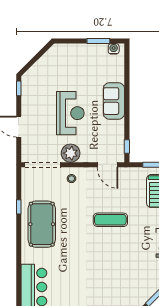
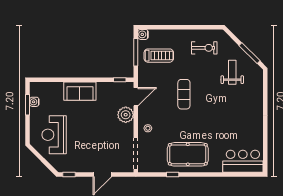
water cooler: (114, 49) -> (34, 102), moved
reception desk: (70, 113) -> (54, 135), moved, turned -90
plant: (71, 153) -> (126, 115), moved
weight bench: (135, 275) -> (232, 72), added

